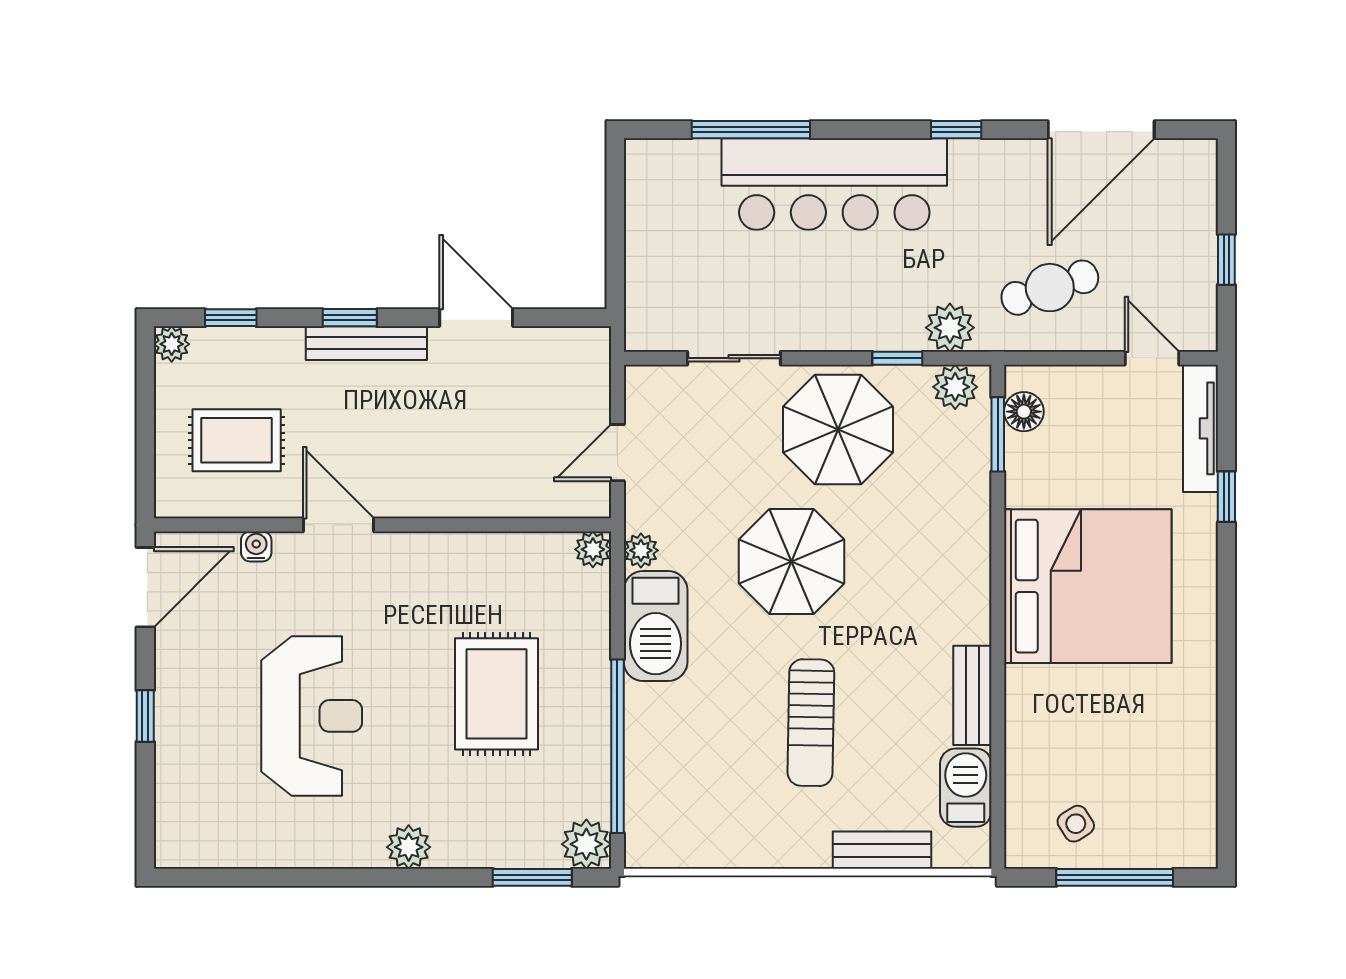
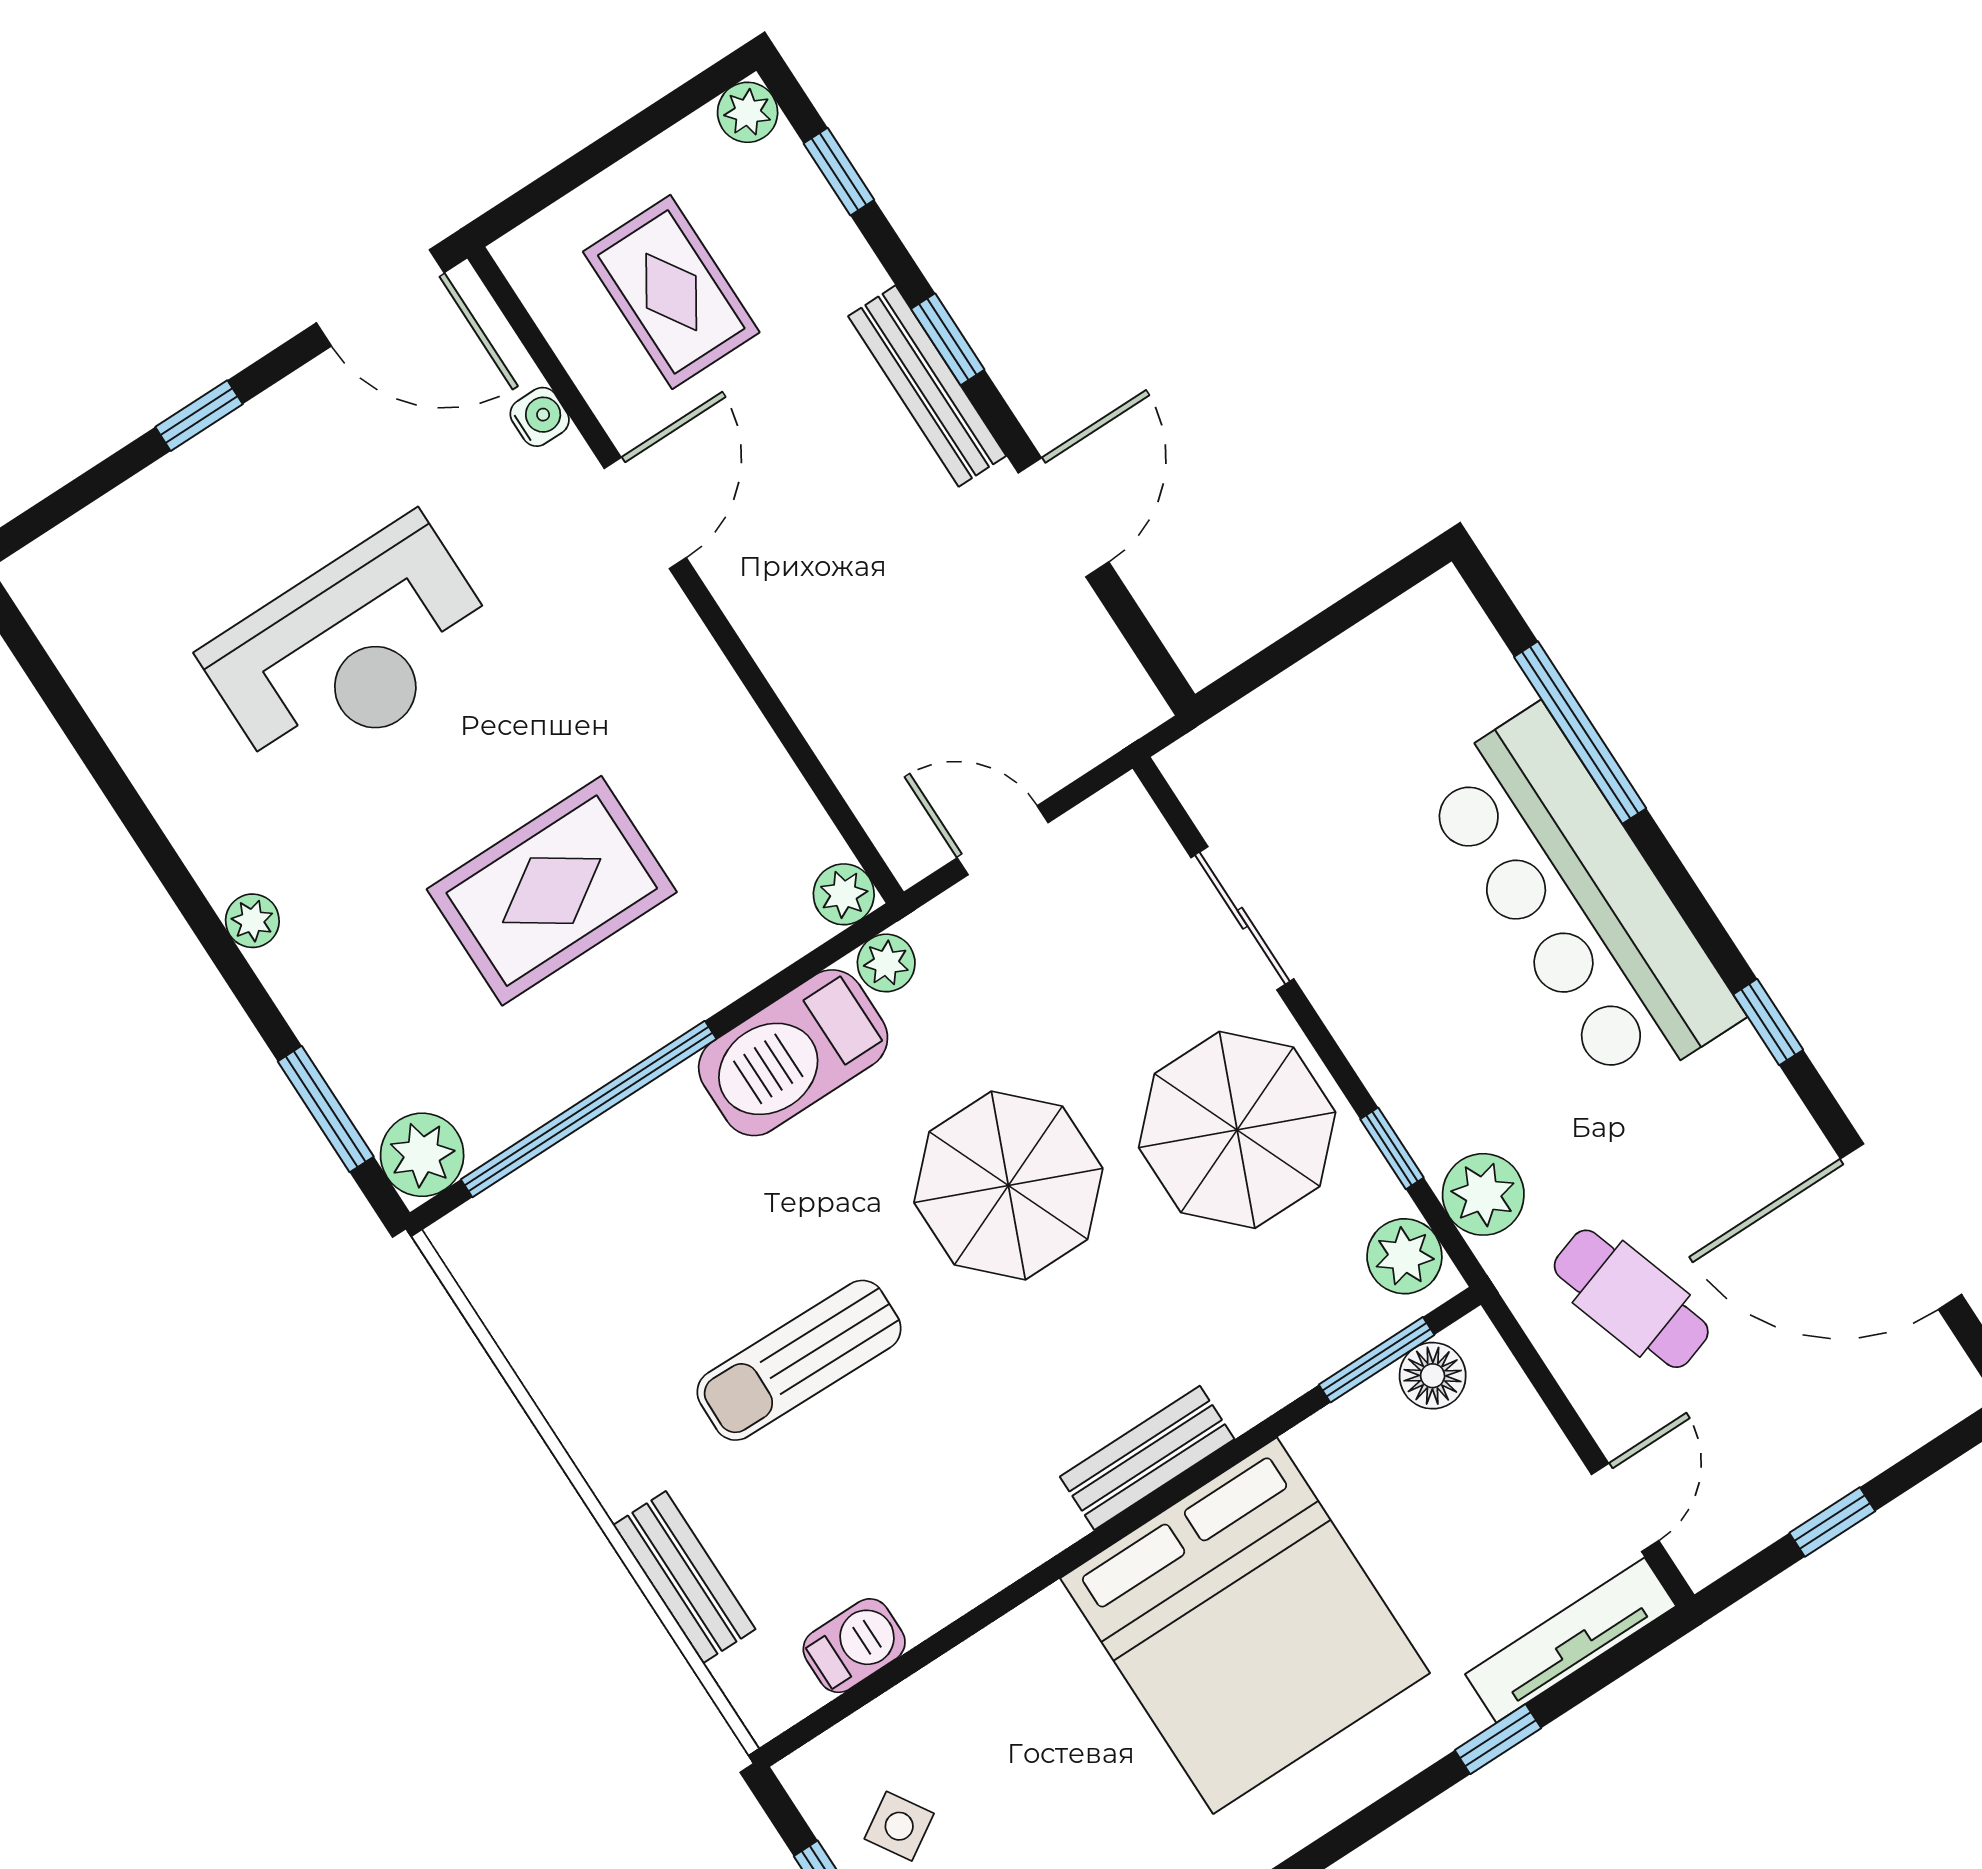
bench: (972, 695) -> (1147, 1458), moved
barbecue: (966, 788) -> (854, 1646), width x0.73, depth x0.79
plant: (409, 847) -> (252, 921), width x0.73, depth x0.73

